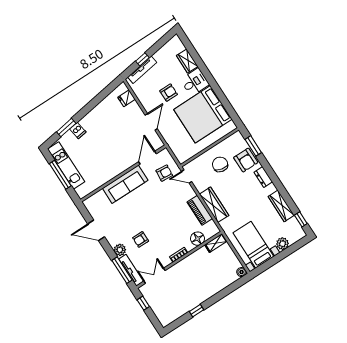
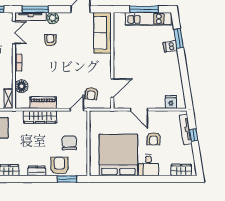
wardrobe: (187, 61) -> (181, 170), moved
door: (147, 158) -> (112, 88), hinge flipped
armchair: (246, 160) -> (59, 166), turned 90
chair: (220, 164) -> (69, 143), turned -103
sofa: (125, 184) -> (103, 33), moved

